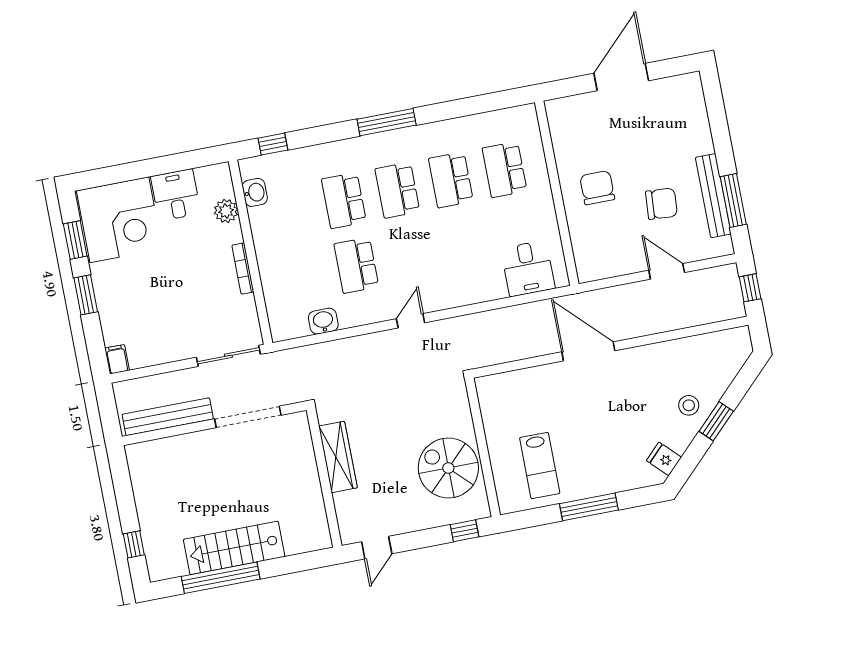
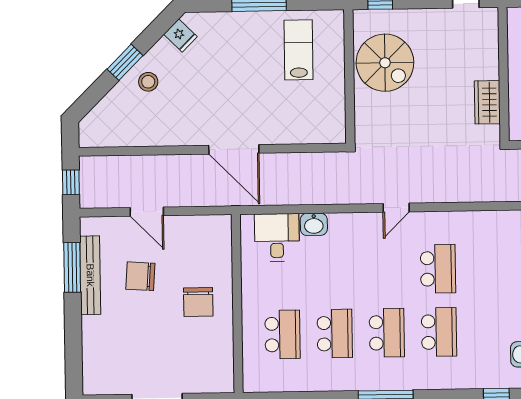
washbasin: (323, 321) -> (314, 224), moved
wardrobe: (338, 457) -> (487, 102), width x0.67

